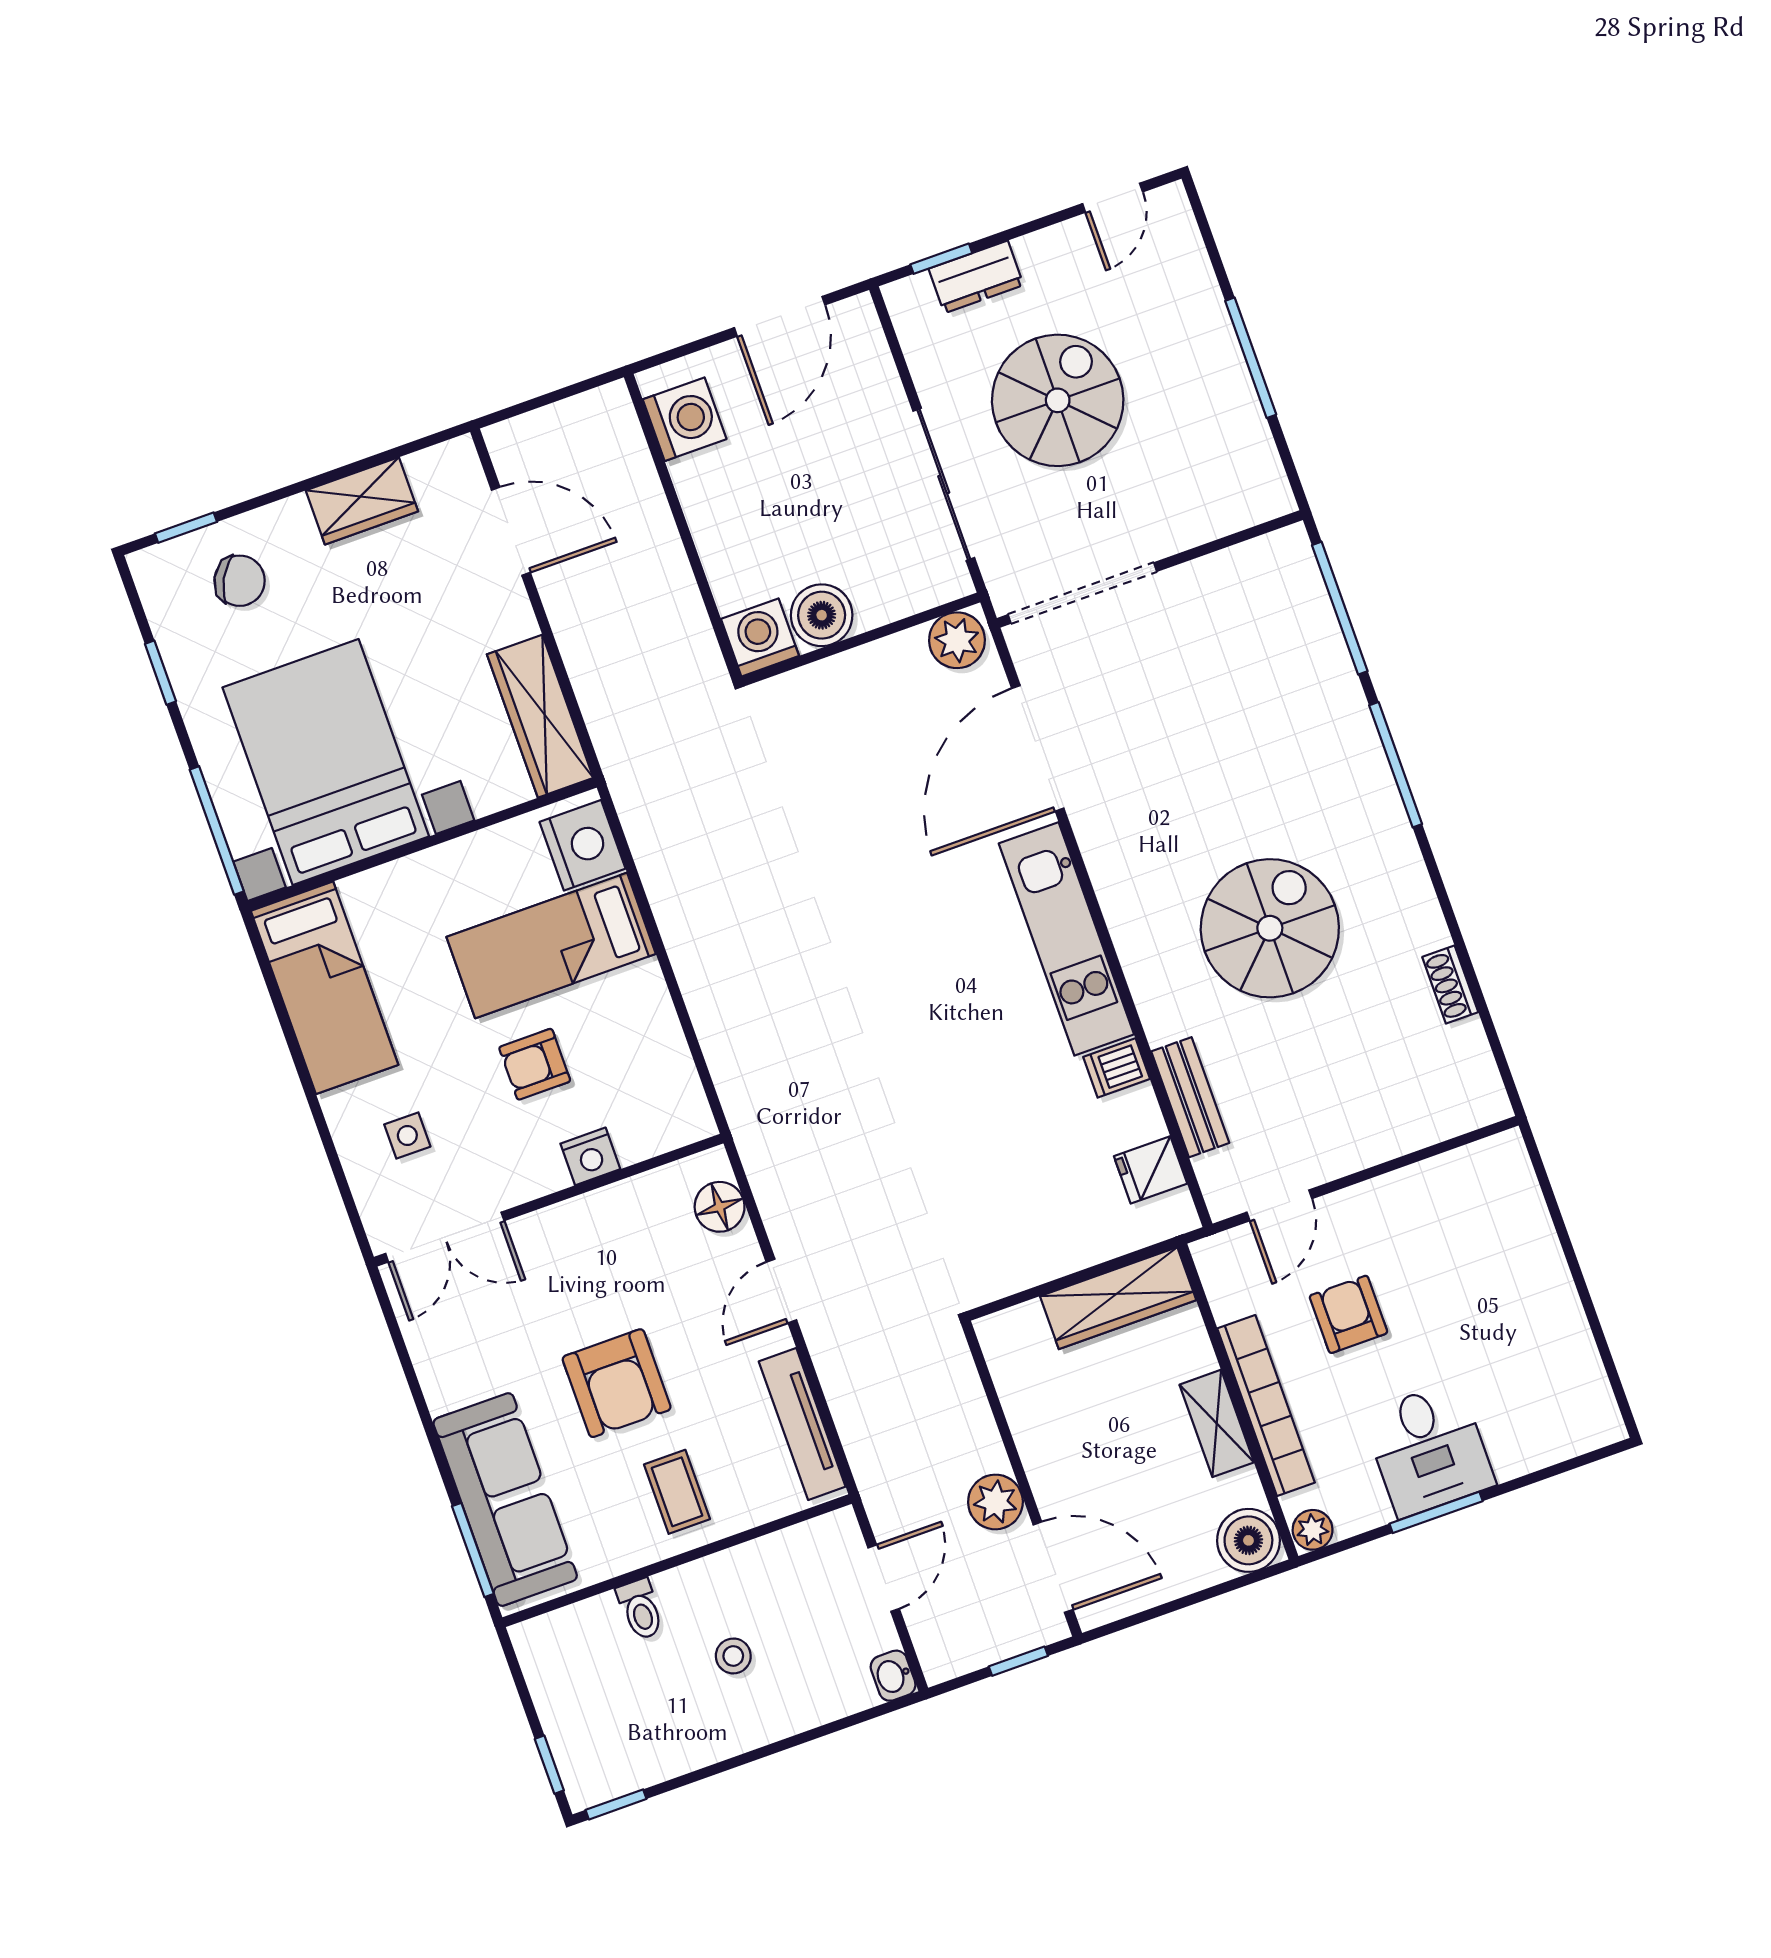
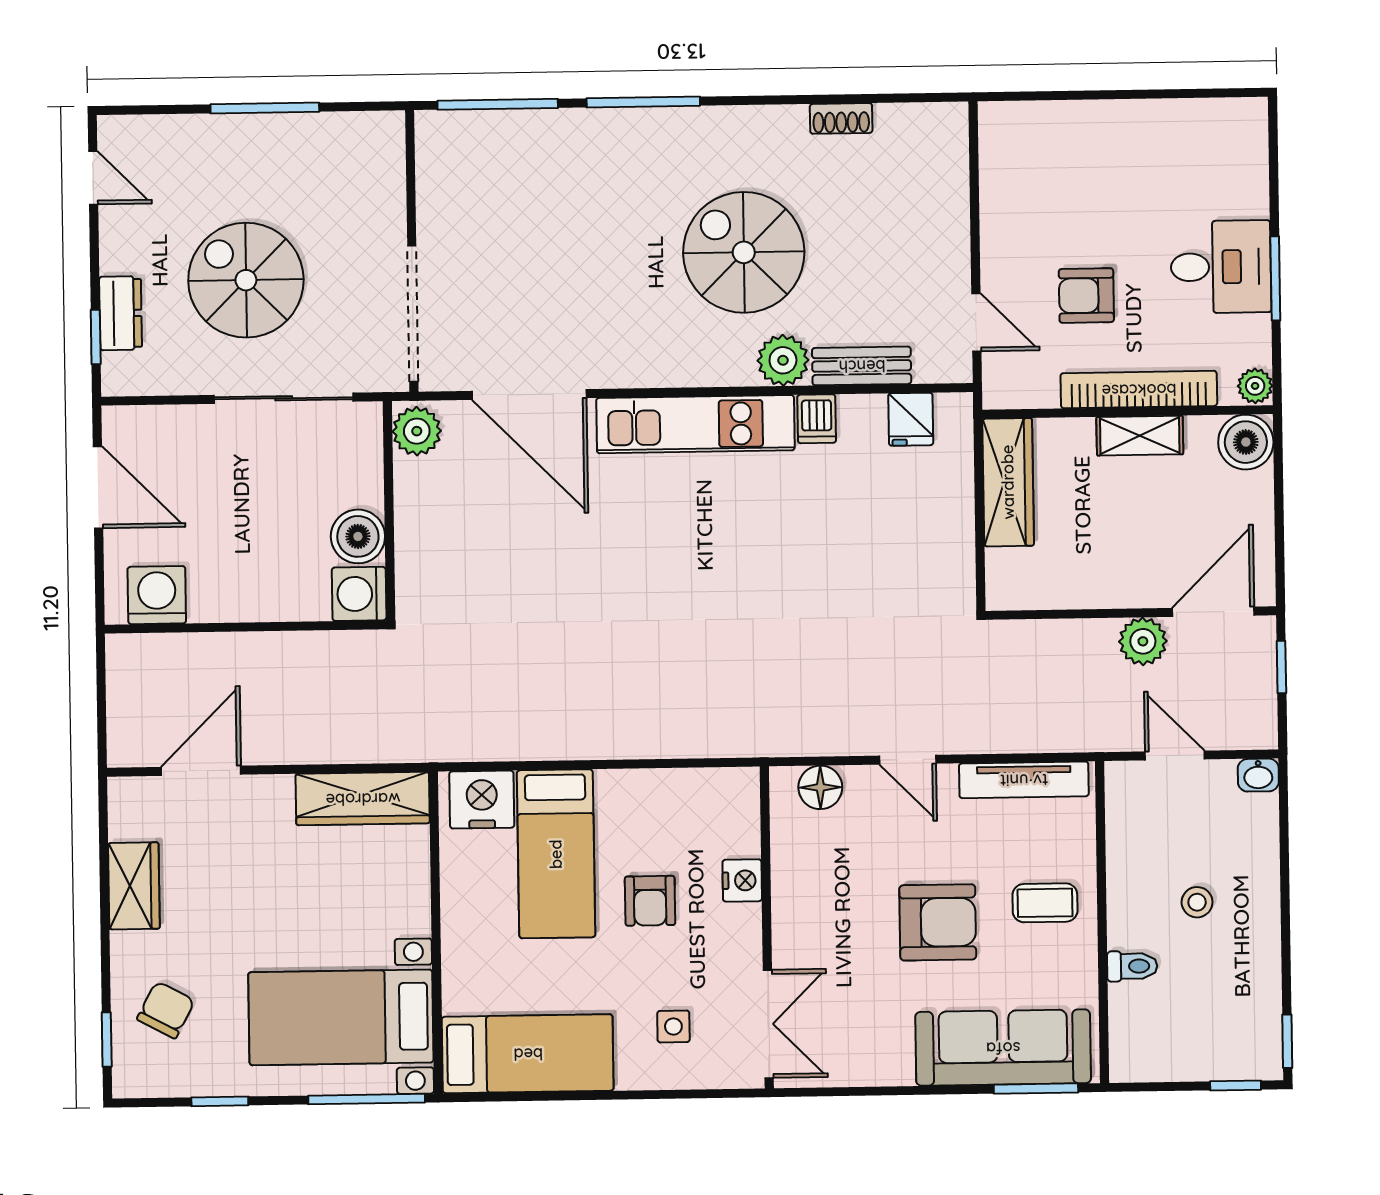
bed with nightstands: (326, 762) -> (341, 1017), width x0.73
plant: (1167, 1010) -> (783, 360), added

